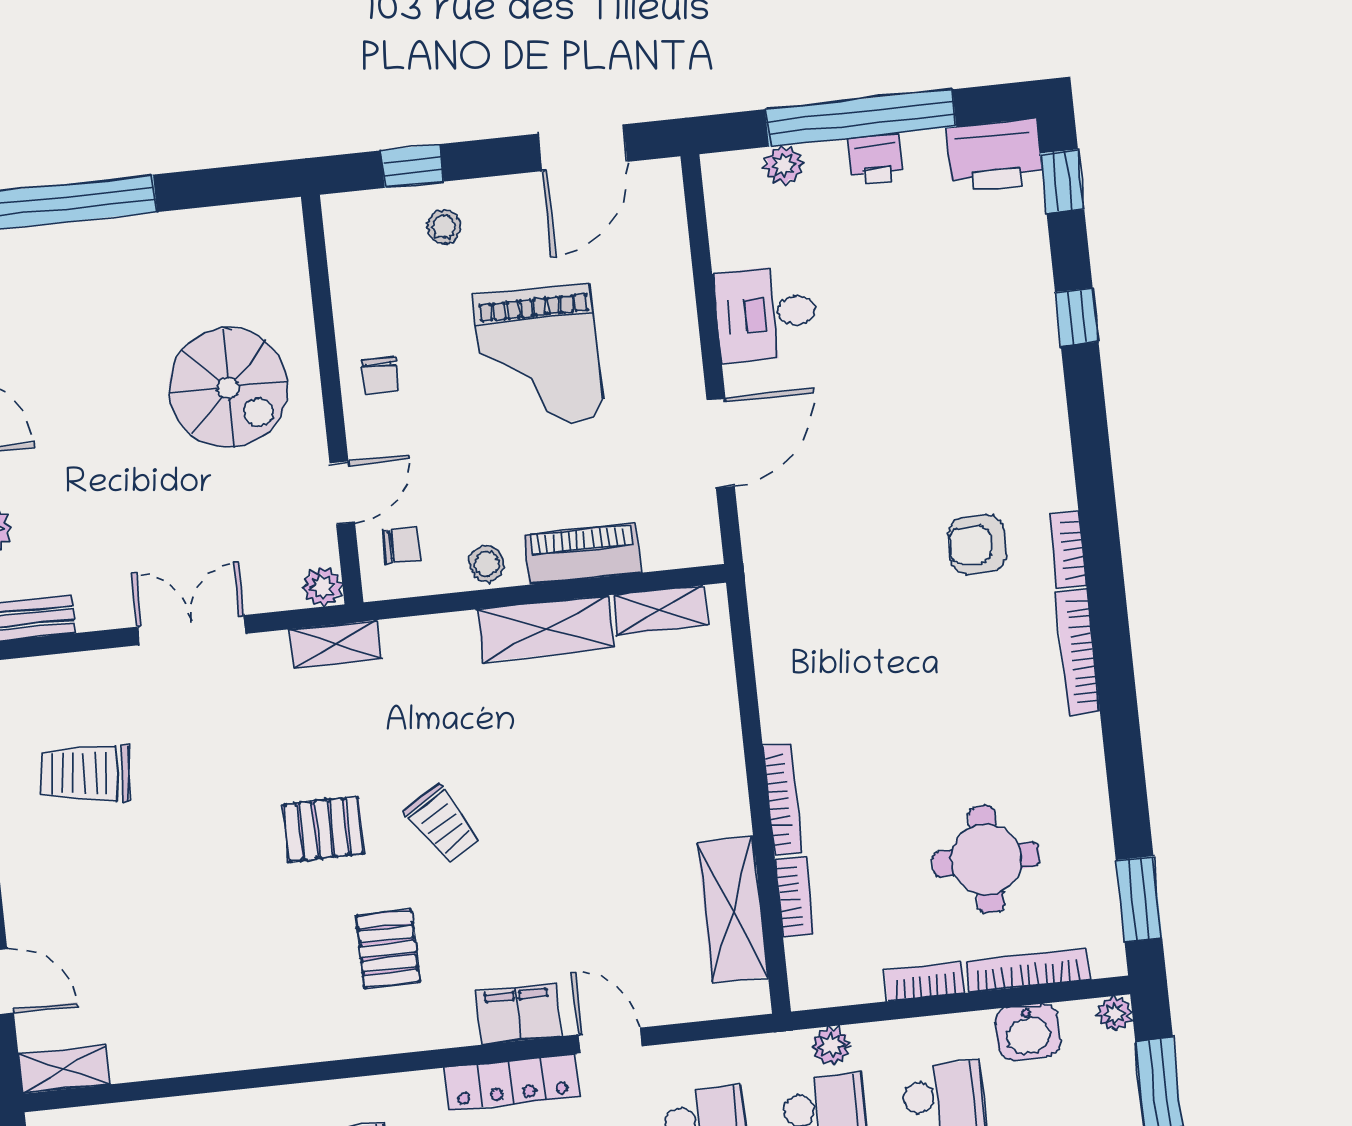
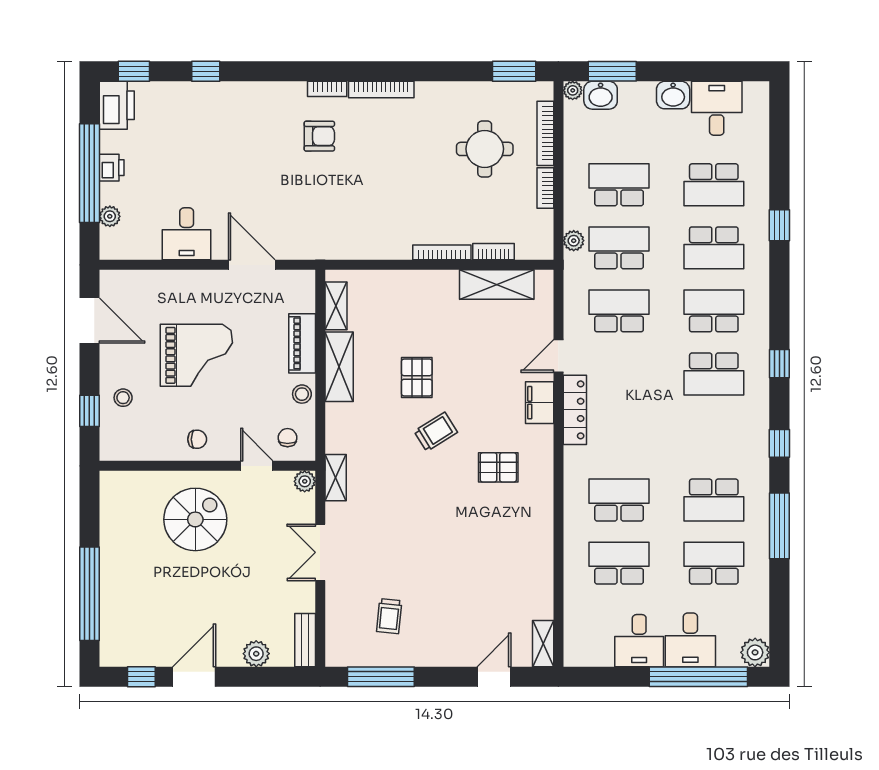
armchair: (977, 544) -> (319, 136), turned -90
trolley: (85, 773) -> (389, 616), width x0.73, depth x0.72
pallet: (323, 829) -> (417, 377), moved
washbasin: (1028, 1032) -> (601, 95), moved, turned 90

